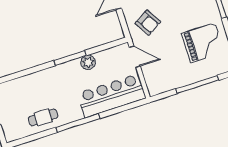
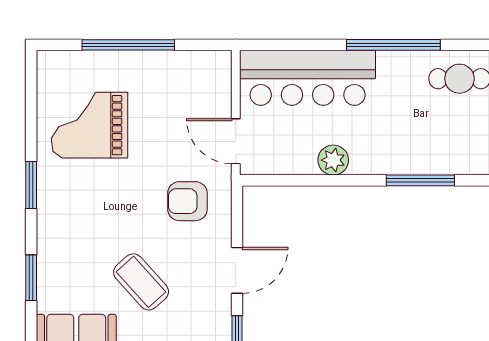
armchair: (148, 23) -> (187, 201), turned -59
window: (70, 58) -> (420, 180), moved

